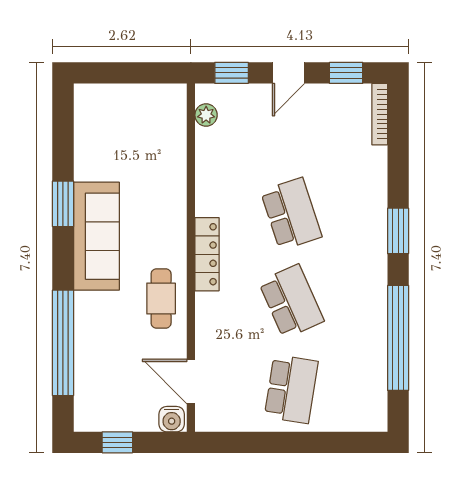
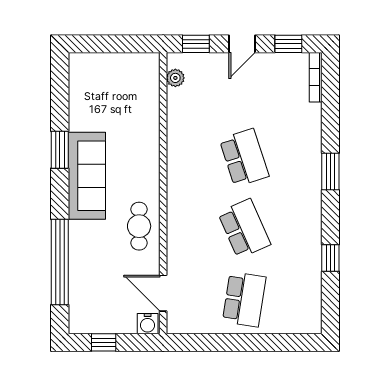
locker: (207, 254) -> (176, 190), removed
window: (398, 338) -> (330, 258), width x0.32

